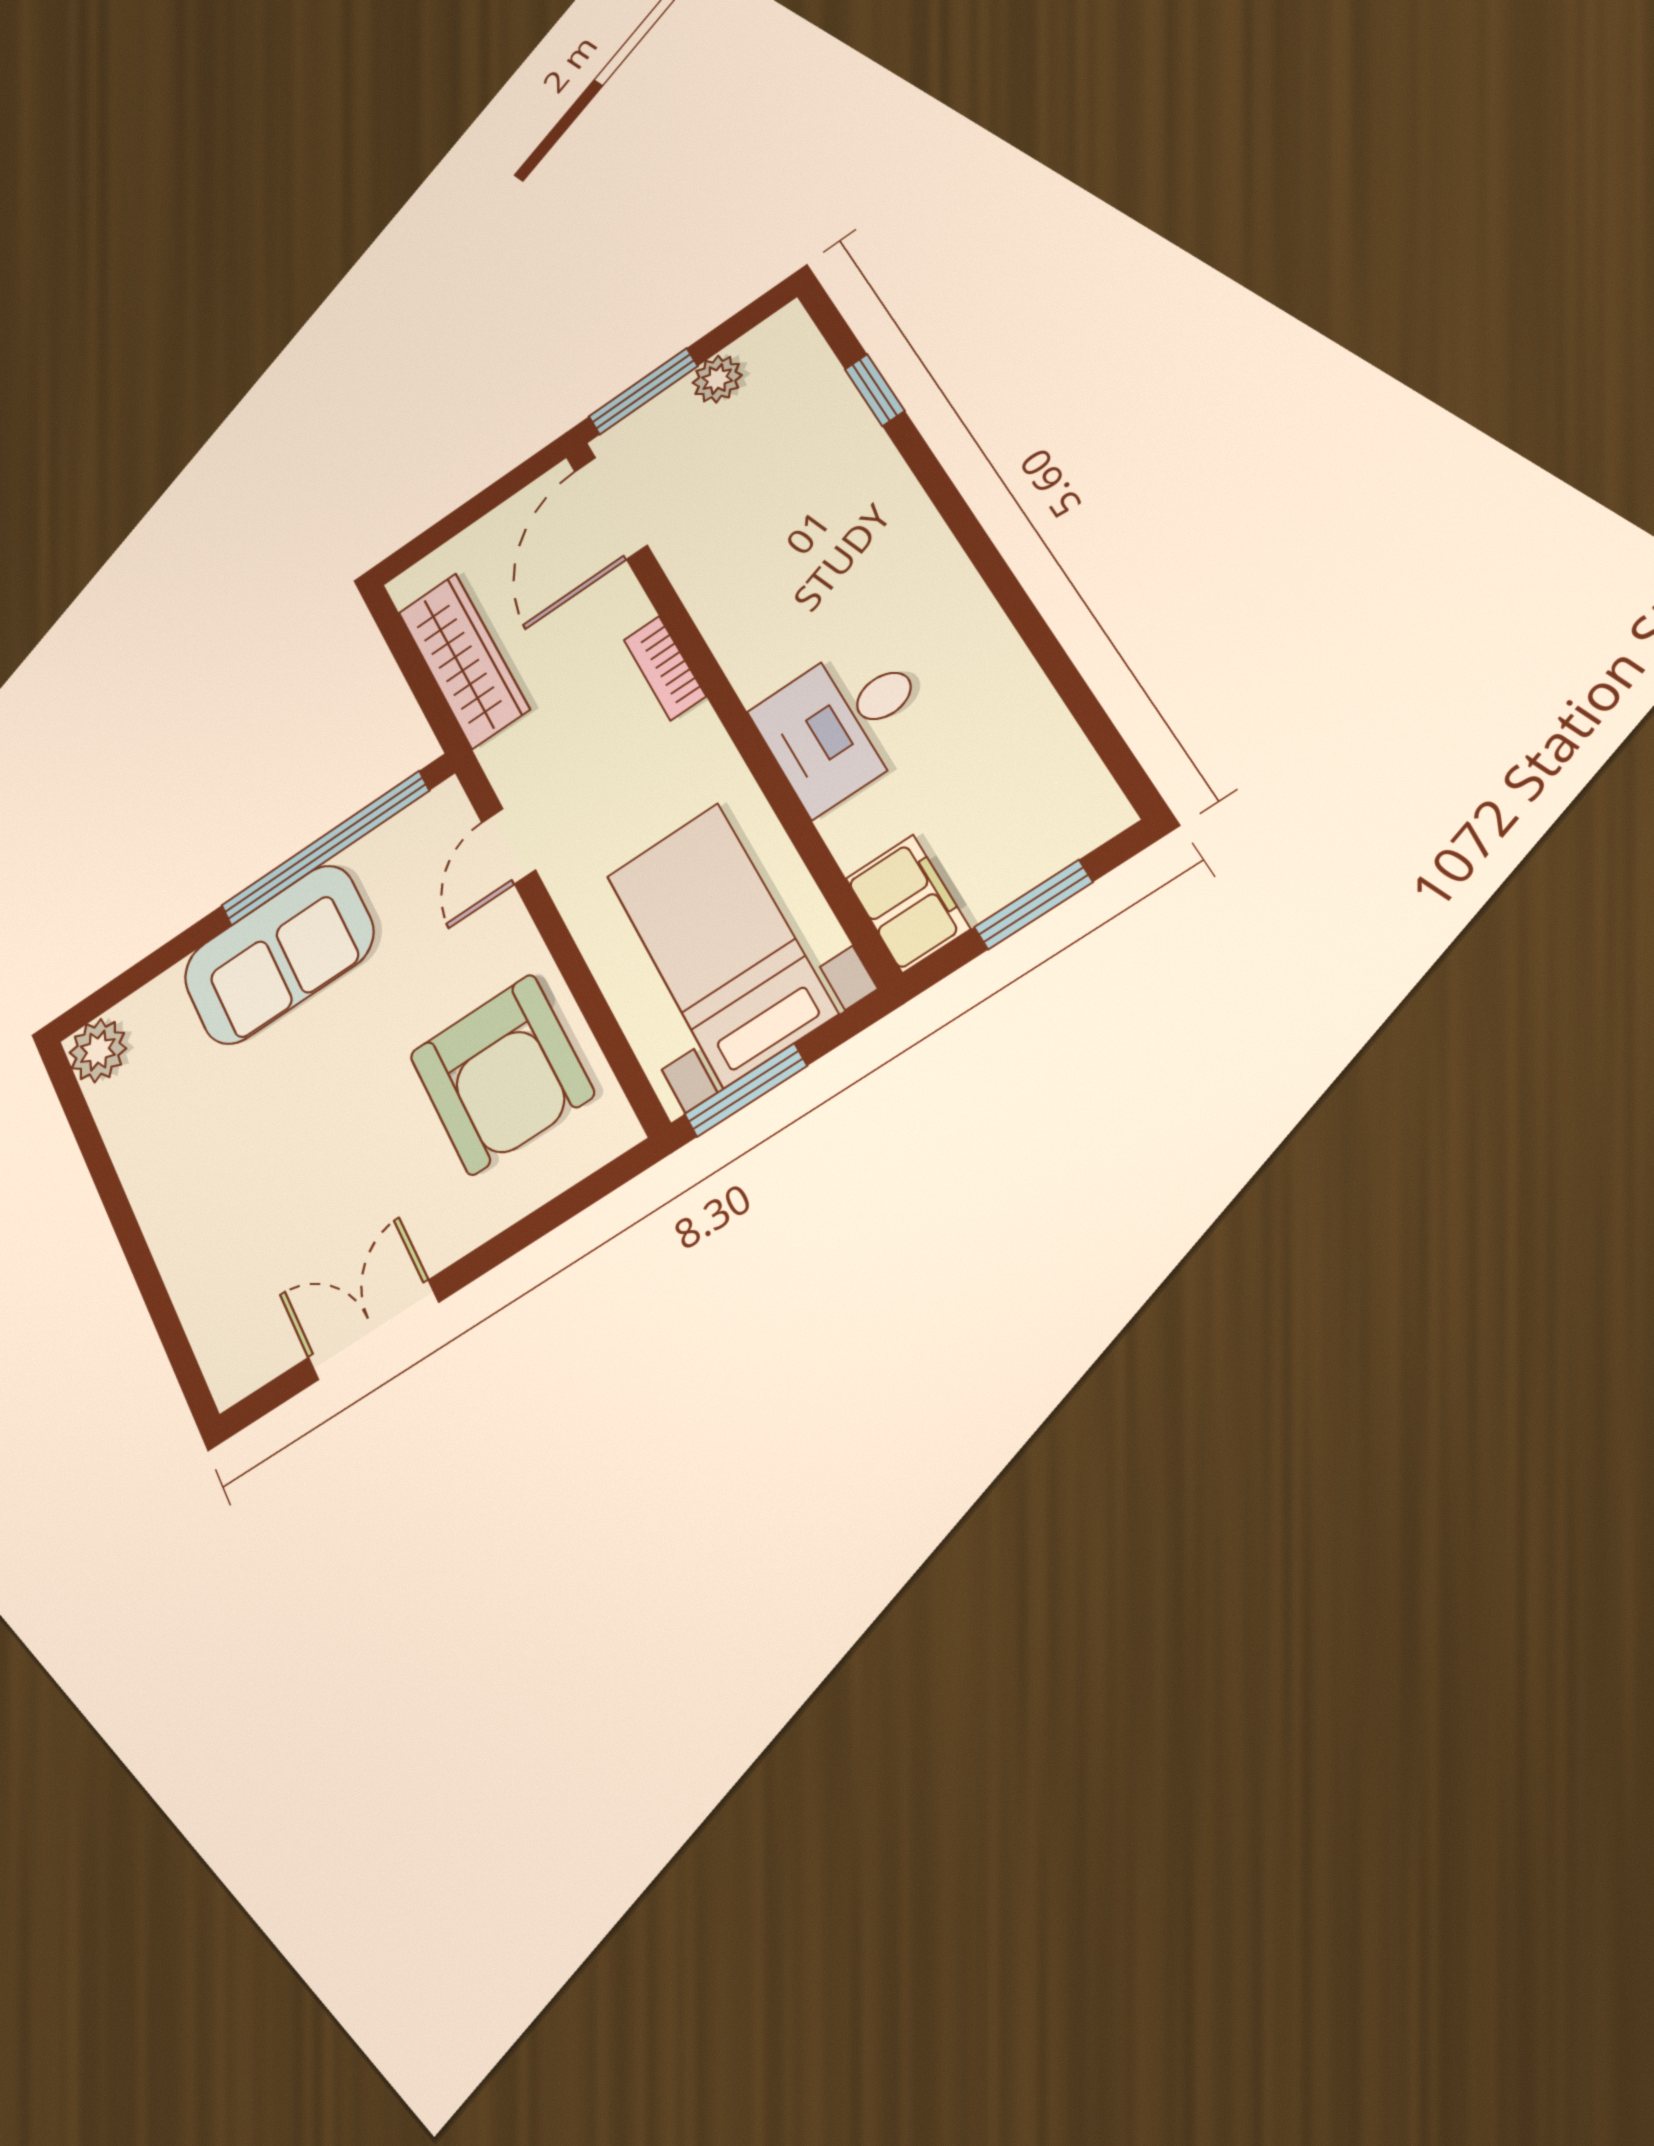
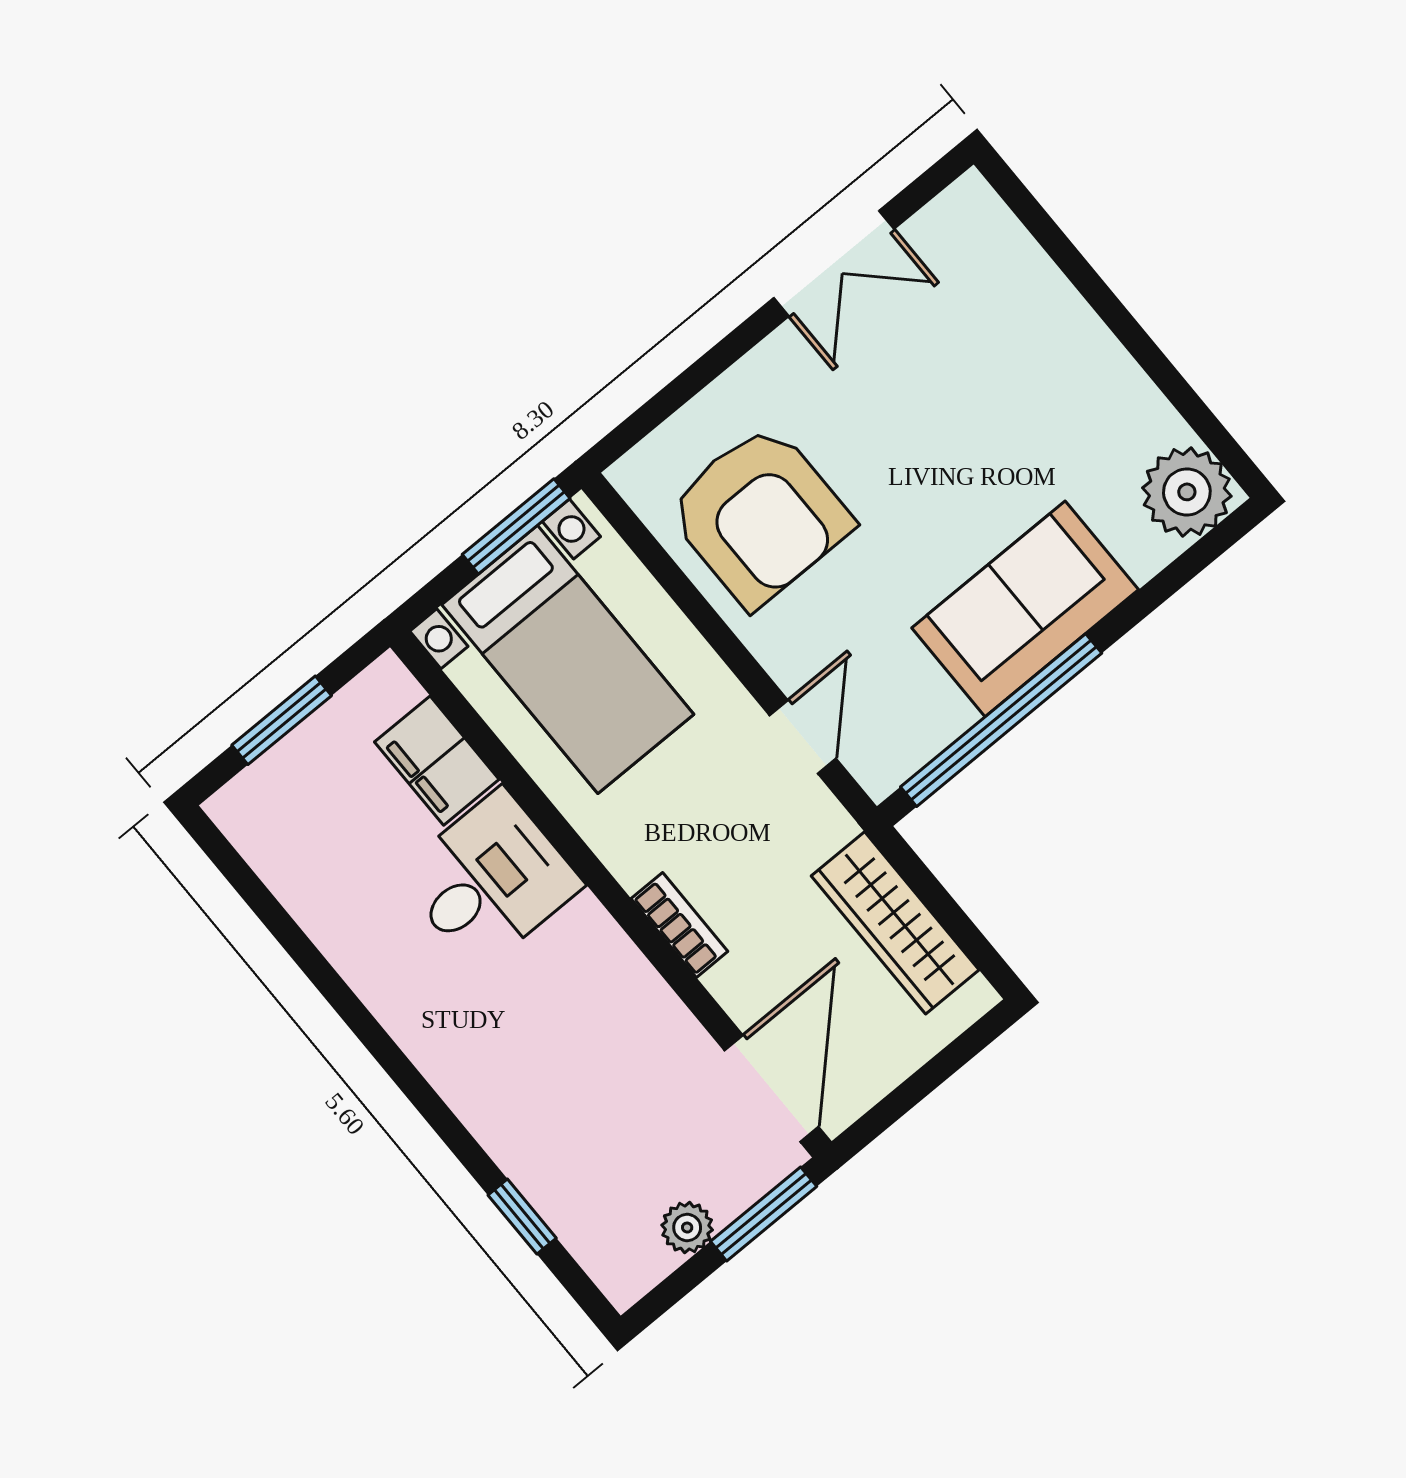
filing cabinet: (908, 904) -> (437, 761), moved
plant: (98, 1051) -> (1187, 492), width x1.36, depth x1.36
armchair: (501, 1074) -> (760, 515), turned 180

